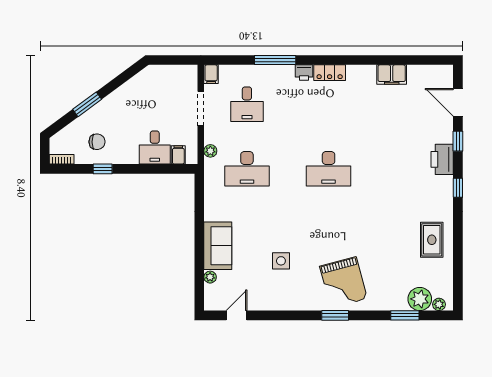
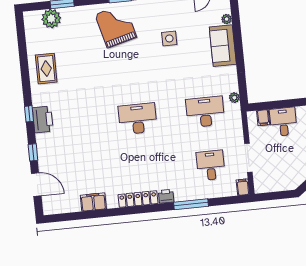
locker: (330, 73) -> (138, 199), width x1.53
plant: (210, 151) -> (234, 98), moved
printer: (442, 159) -> (43, 119), moved
plant: (439, 304) -> (35, 16), removed

